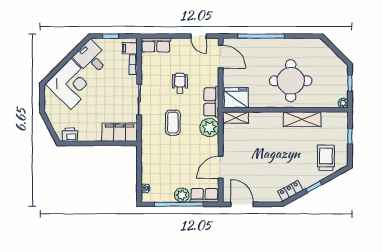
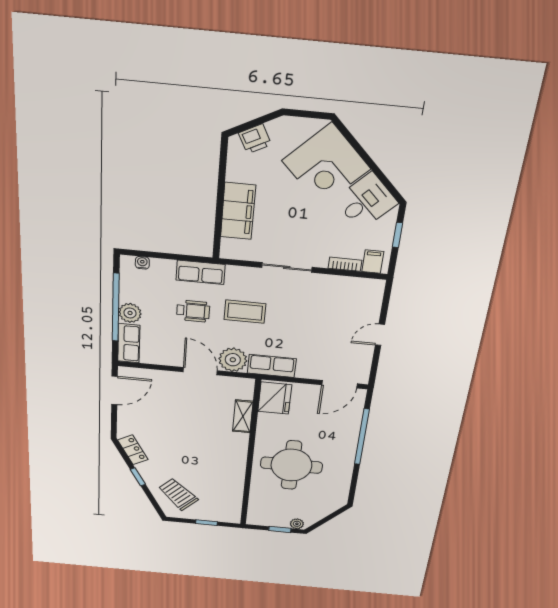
door: (199, 36) -> (380, 335), moved
row of seats: (156, 45) -> (201, 272), moved, turned -90
wheelchair: (180, 83) -> (193, 311), moved
plant: (343, 103) -> (297, 524), moved
shelving: (236, 118) -> (243, 416), moved
shelving: (302, 119) -> (235, 473), removed
filing cabinet: (120, 132) -> (238, 211), moved
printer: (70, 135) -> (255, 139), moved, turned 63
trolley: (326, 158) -> (178, 494), turned -135
door: (221, 167) -> (200, 371), moved

